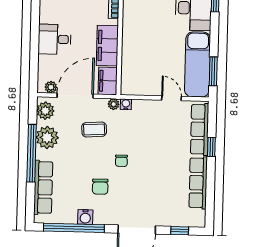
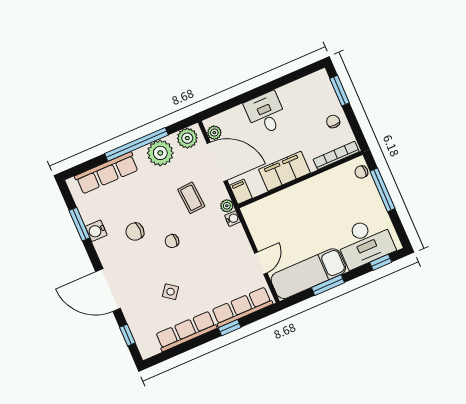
window: (213, 71) -> (328, 285), moved
filing cabinet: (108, 81) -> (241, 192), width x0.50
side table: (161, 181) -> (170, 292), added
window: (74, 228) -> (79, 224), width x0.47

